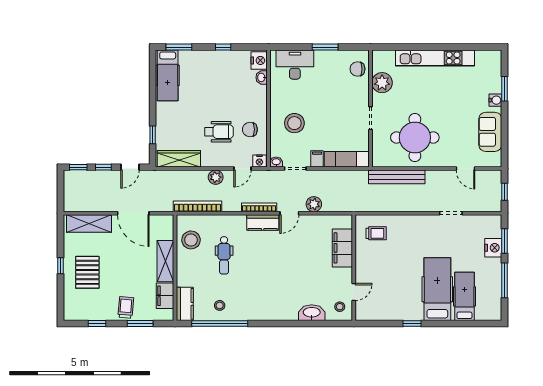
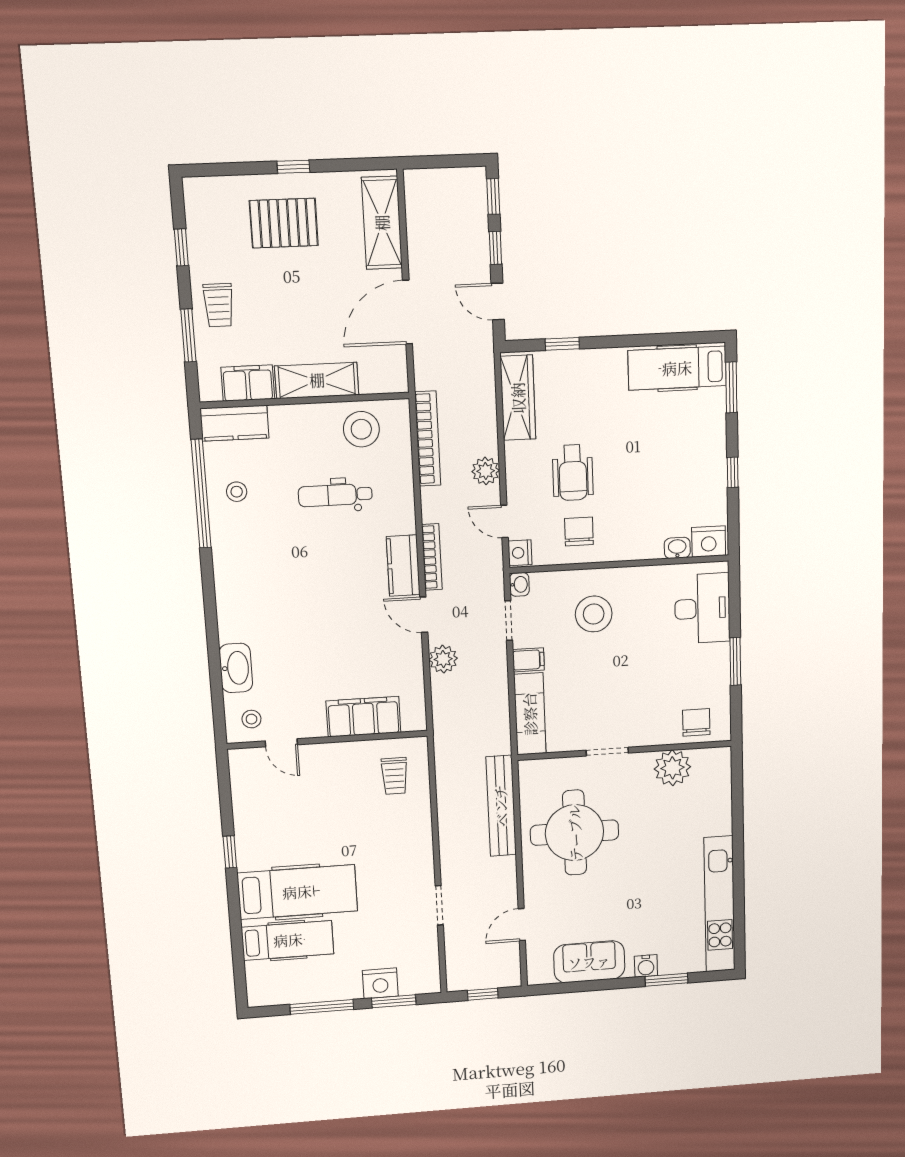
kitchen unit: (435, 58) -> (719, 904), moved
trolley: (126, 307) -> (219, 305), turned 85

